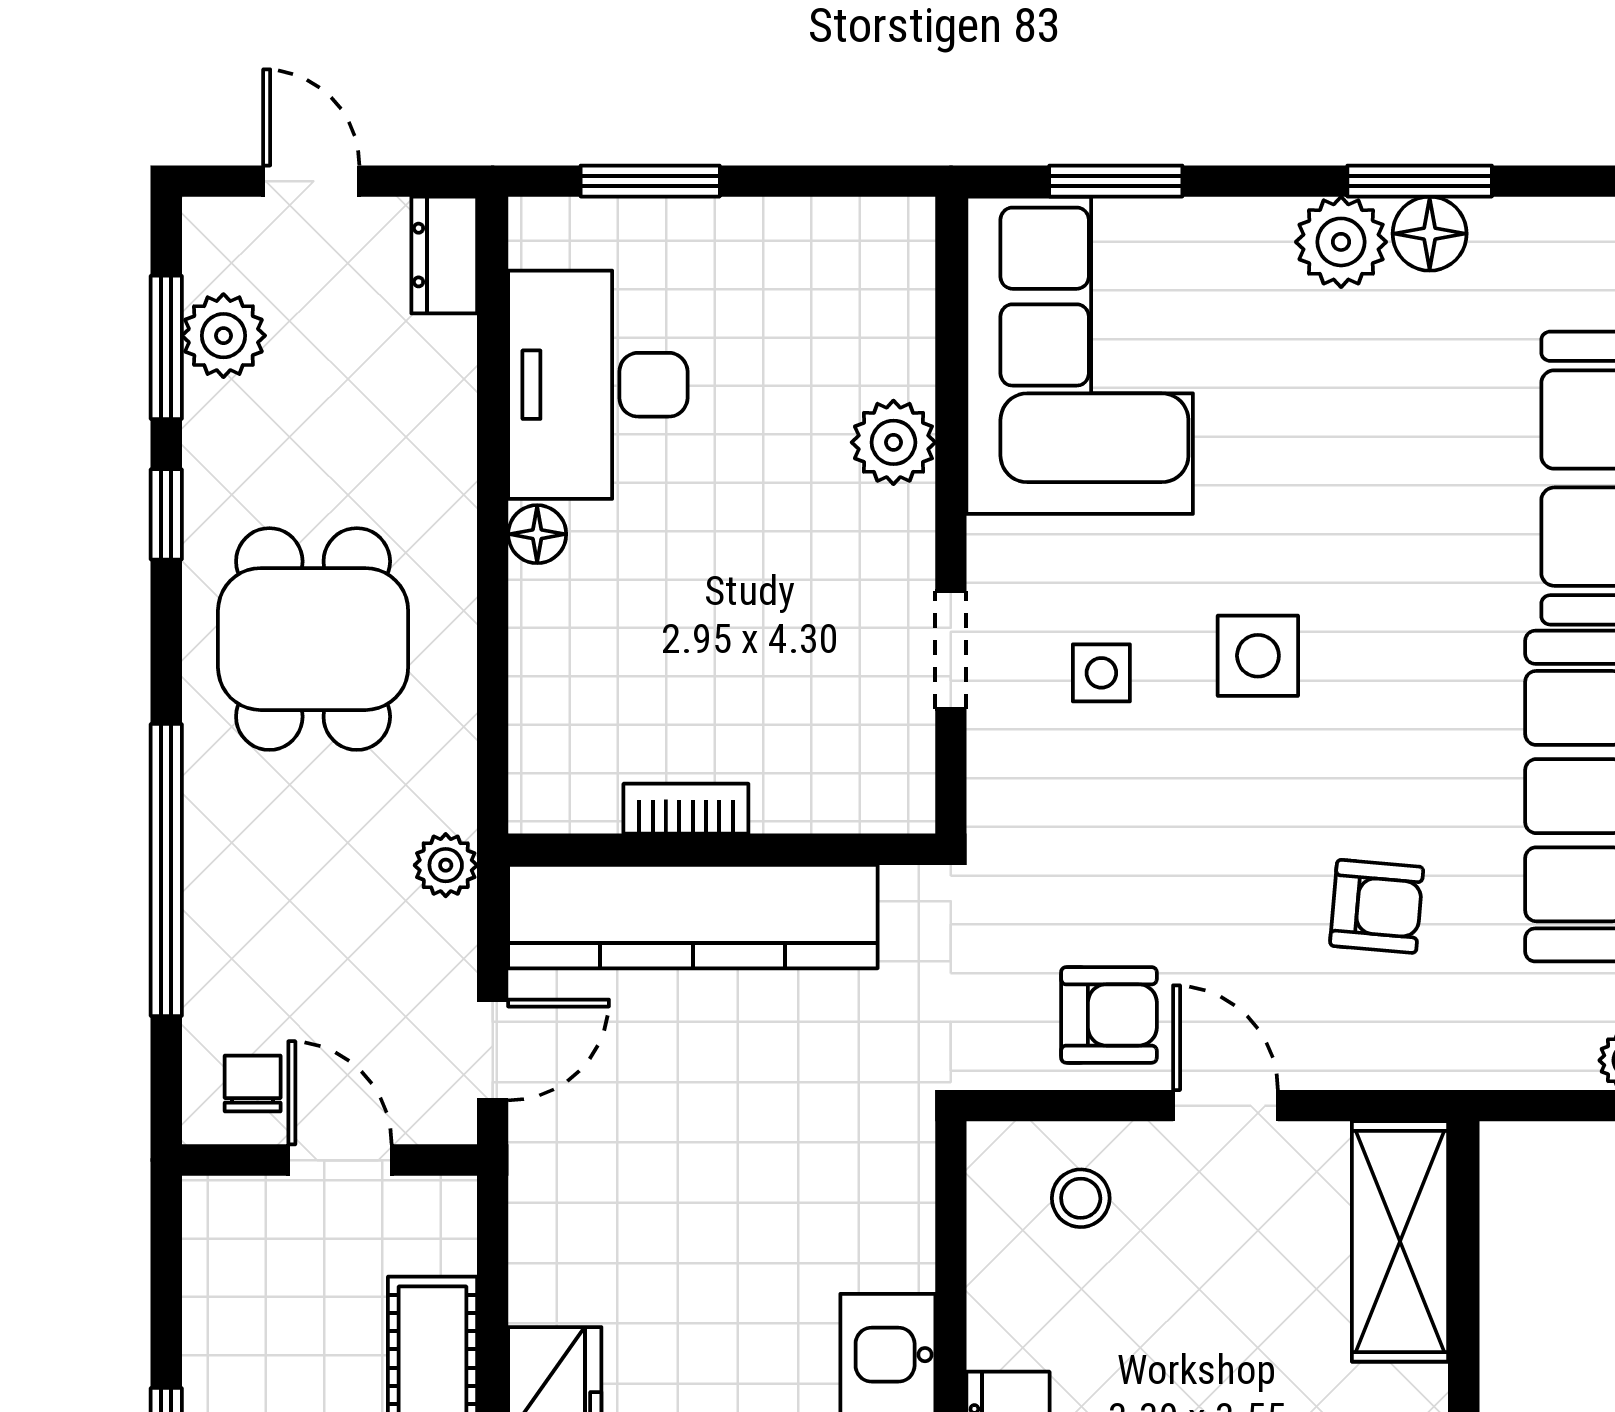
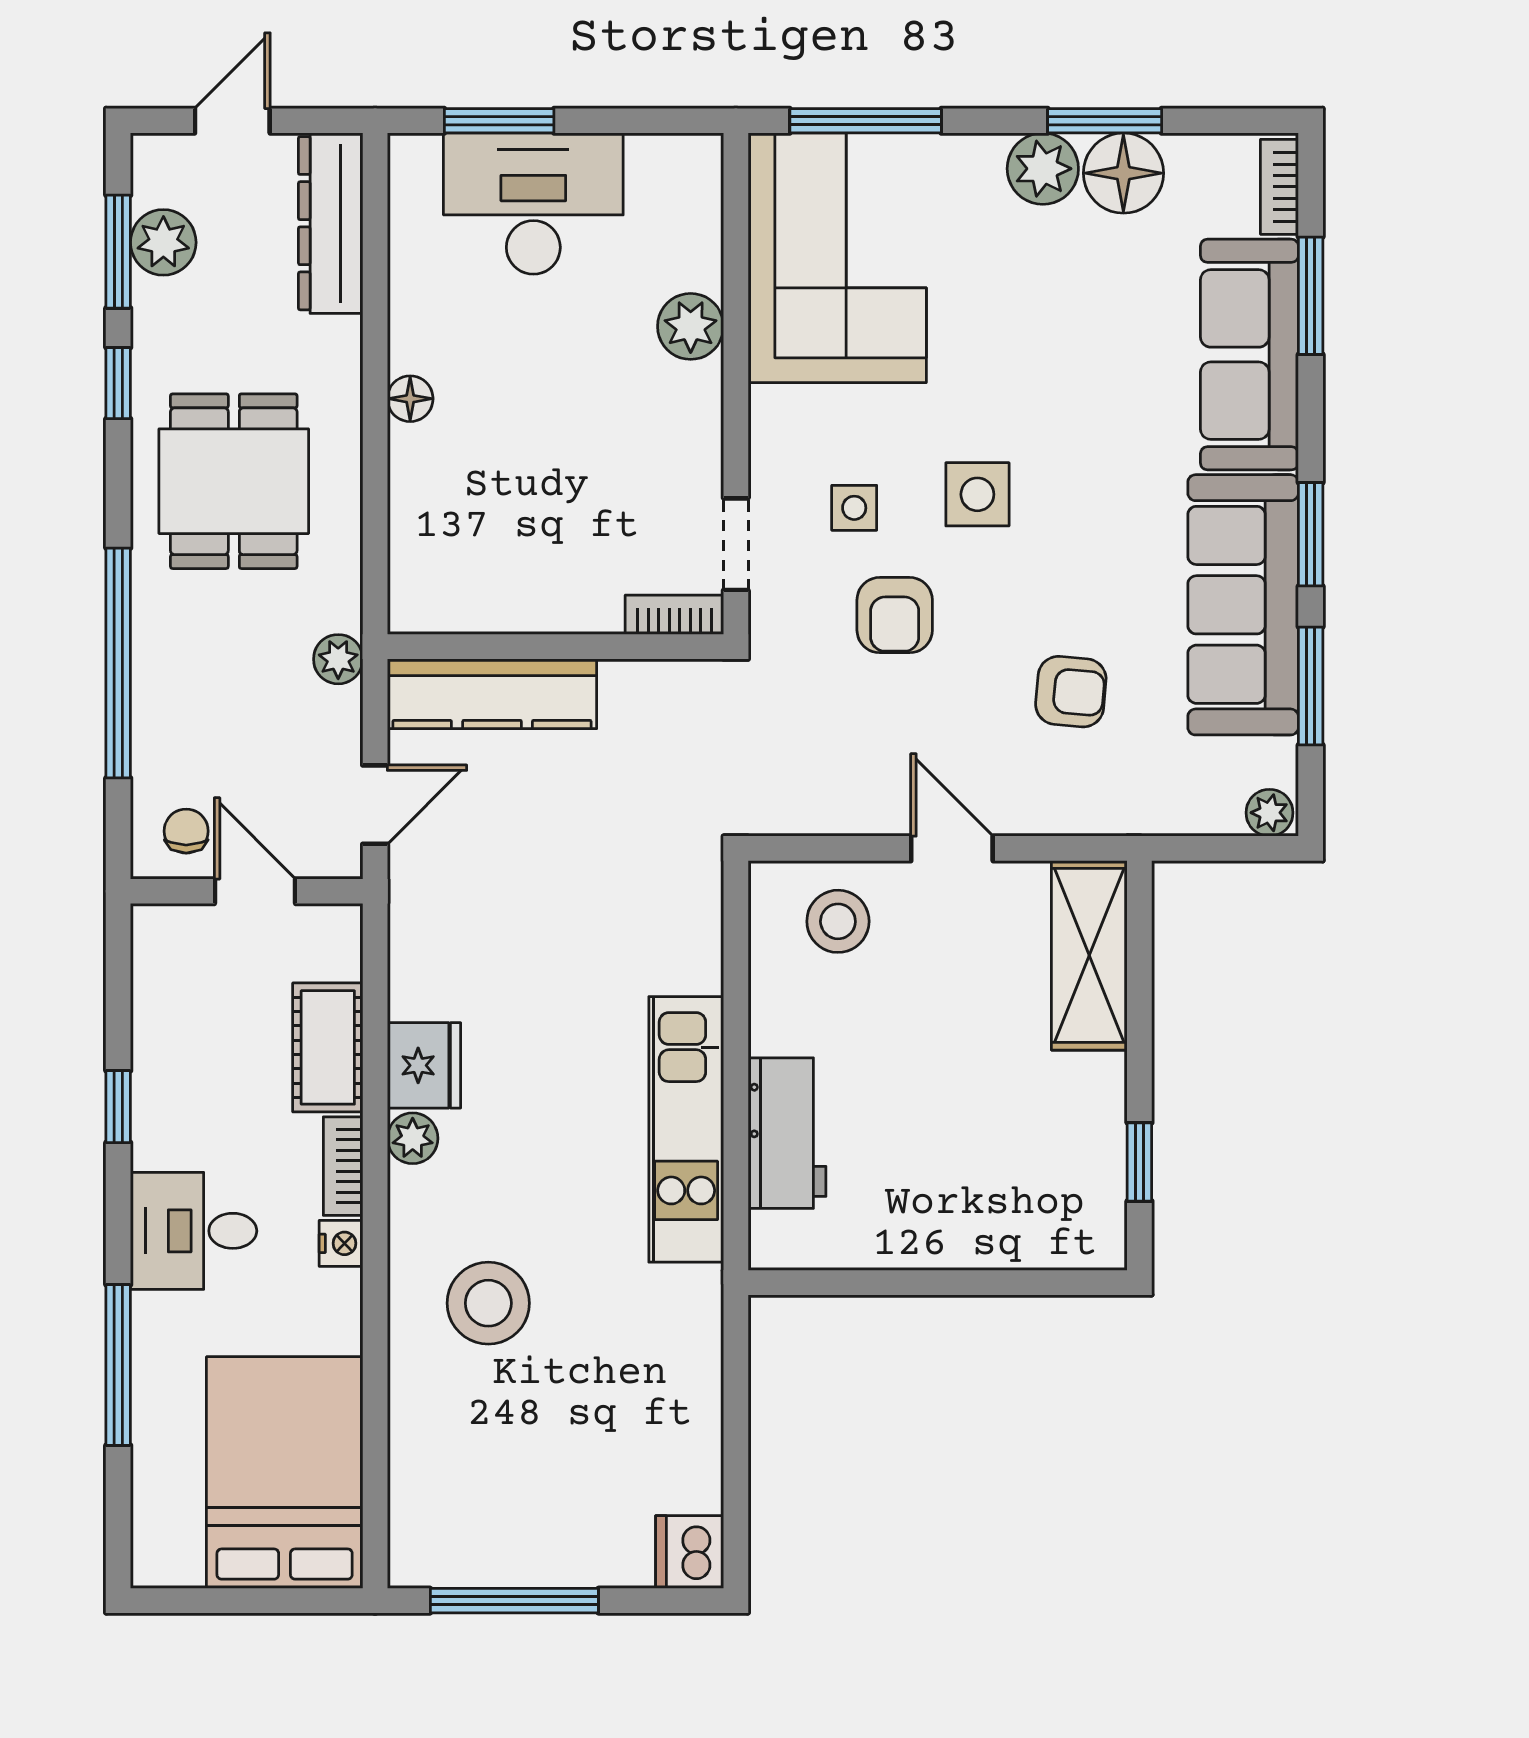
door: (311, 181) -> (232, 121), hinge flipped
window: (1116, 181) -> (866, 121), width x1.44
floor lamp: (1430, 234) -> (1123, 173), width x1.38, depth x1.38
dresser: (444, 255) -> (331, 223), width x1.96, depth x1.24
desk: (598, 385) -> (533, 204), moved, turned 90
doorway: (951, 650) -> (736, 544), moved
bookcase: (686, 809) -> (674, 615), moved
kitchen counter: (693, 917) -> (492, 694), width x0.72, depth x0.86
armchair: (1109, 1015) -> (895, 615), moved, turned 90
stool: (1081, 1198) -> (838, 921), width x1.37, depth x1.37

